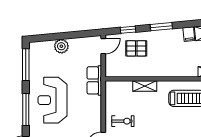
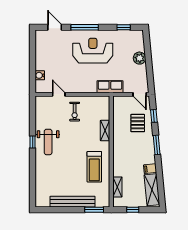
window: (26, 65) -> (124, 27), width x0.46

